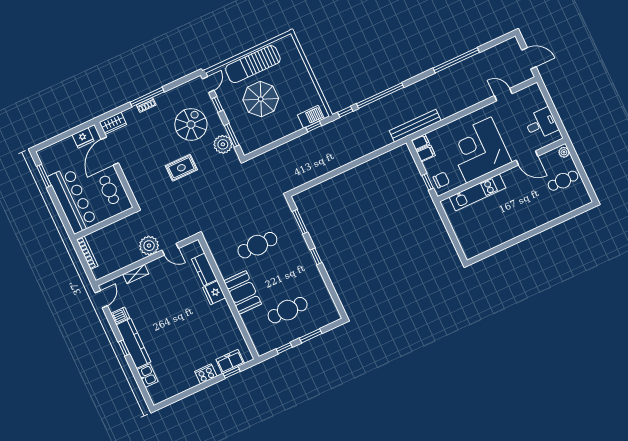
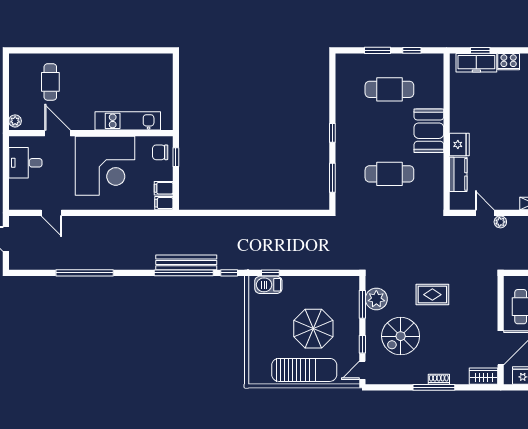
bench: (415, 126) -> (186, 262), moved
cafe table: (563, 181) -> (50, 82), moved, turned 90
plant: (149, 246) -> (500, 222), width x0.53, depth x0.53
freezer: (230, 362) -> (476, 63), width x1.40

